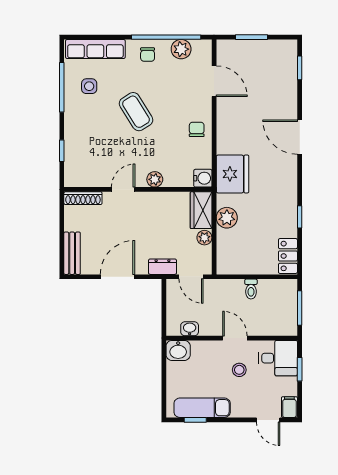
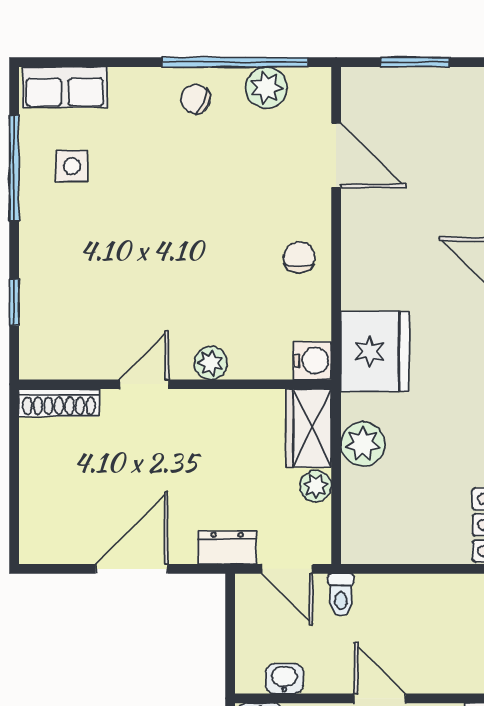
row of seats: (95, 49) -> (65, 87), width x0.68
chair: (148, 55) -> (195, 99), turned 114
coffee table: (136, 112) -> (171, 220), removed
bench: (72, 253) -> (36, 519), removed
toilet: (251, 289) -> (341, 595), moved

